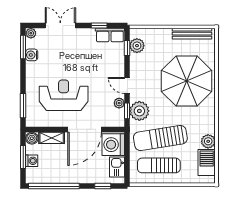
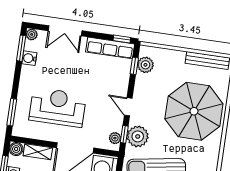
double door: (60, 26) -> (65, 31), swing flipped
window: (99, 26) -> (122, 39), moved
row of seats: (110, 35) -> (110, 48), width x1.48
plant: (119, 103) -> (115, 138), moved

